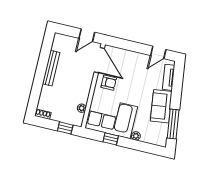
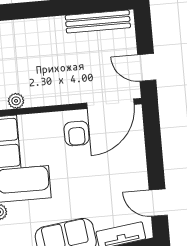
bench: (51, 68) -> (98, 22), moved

